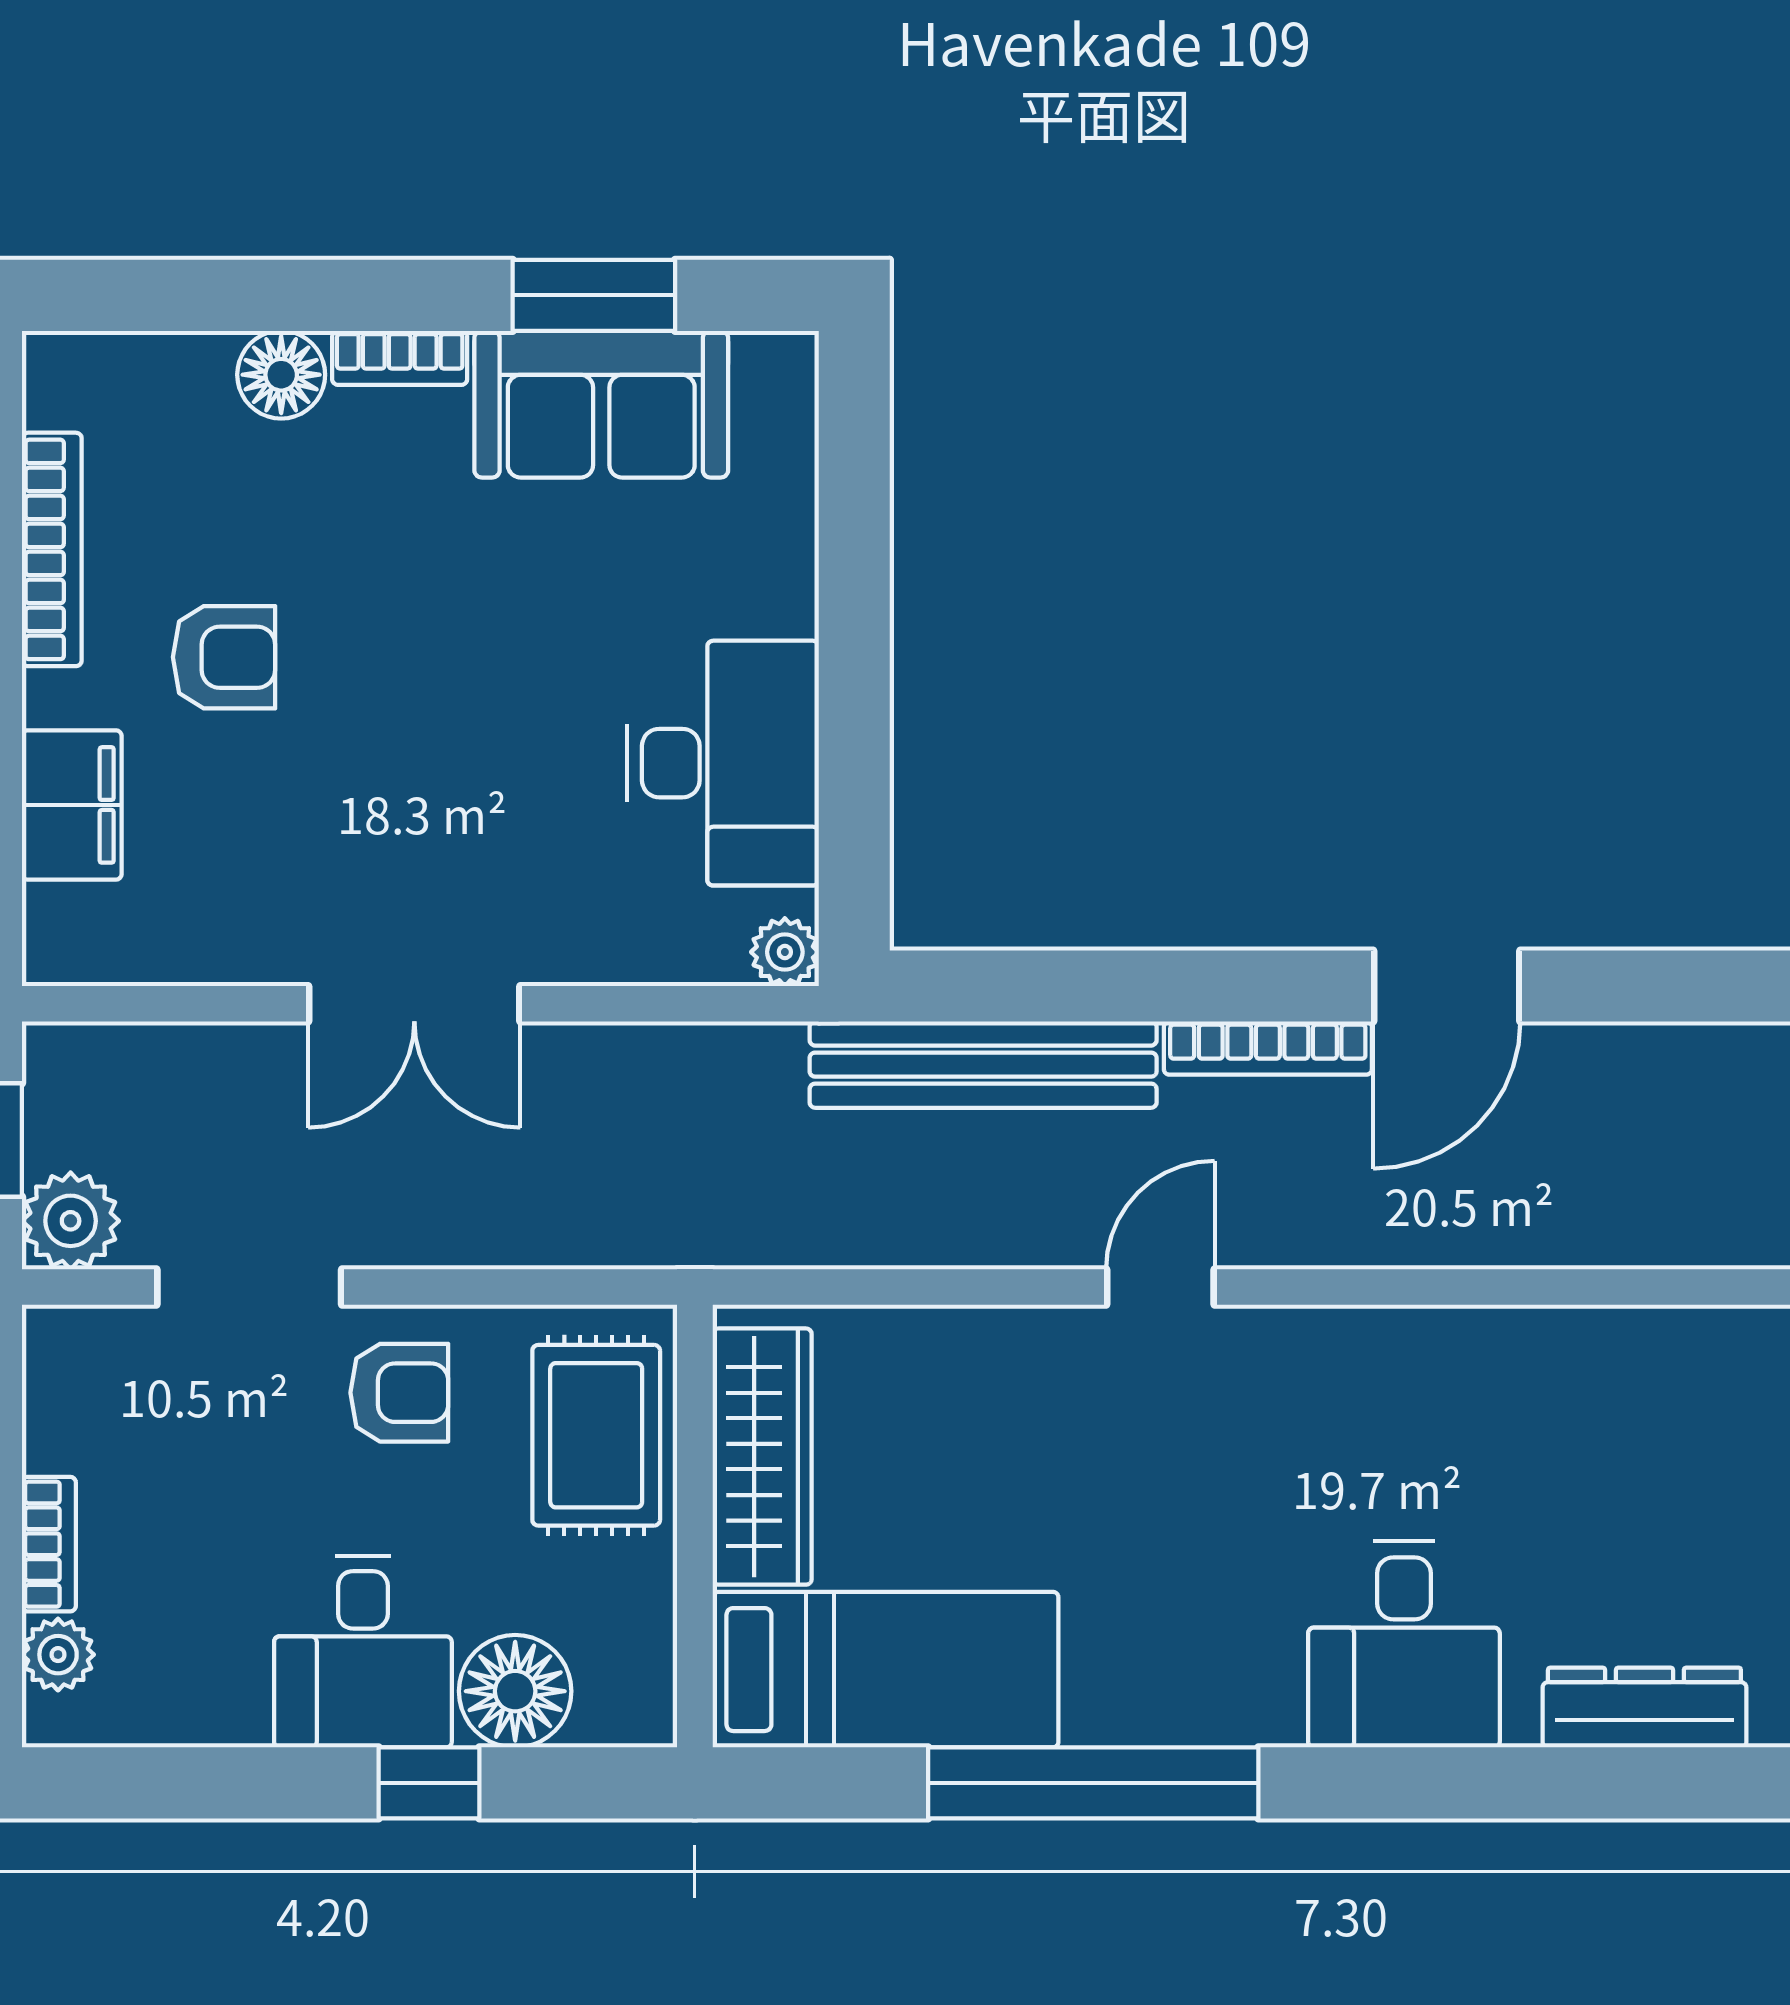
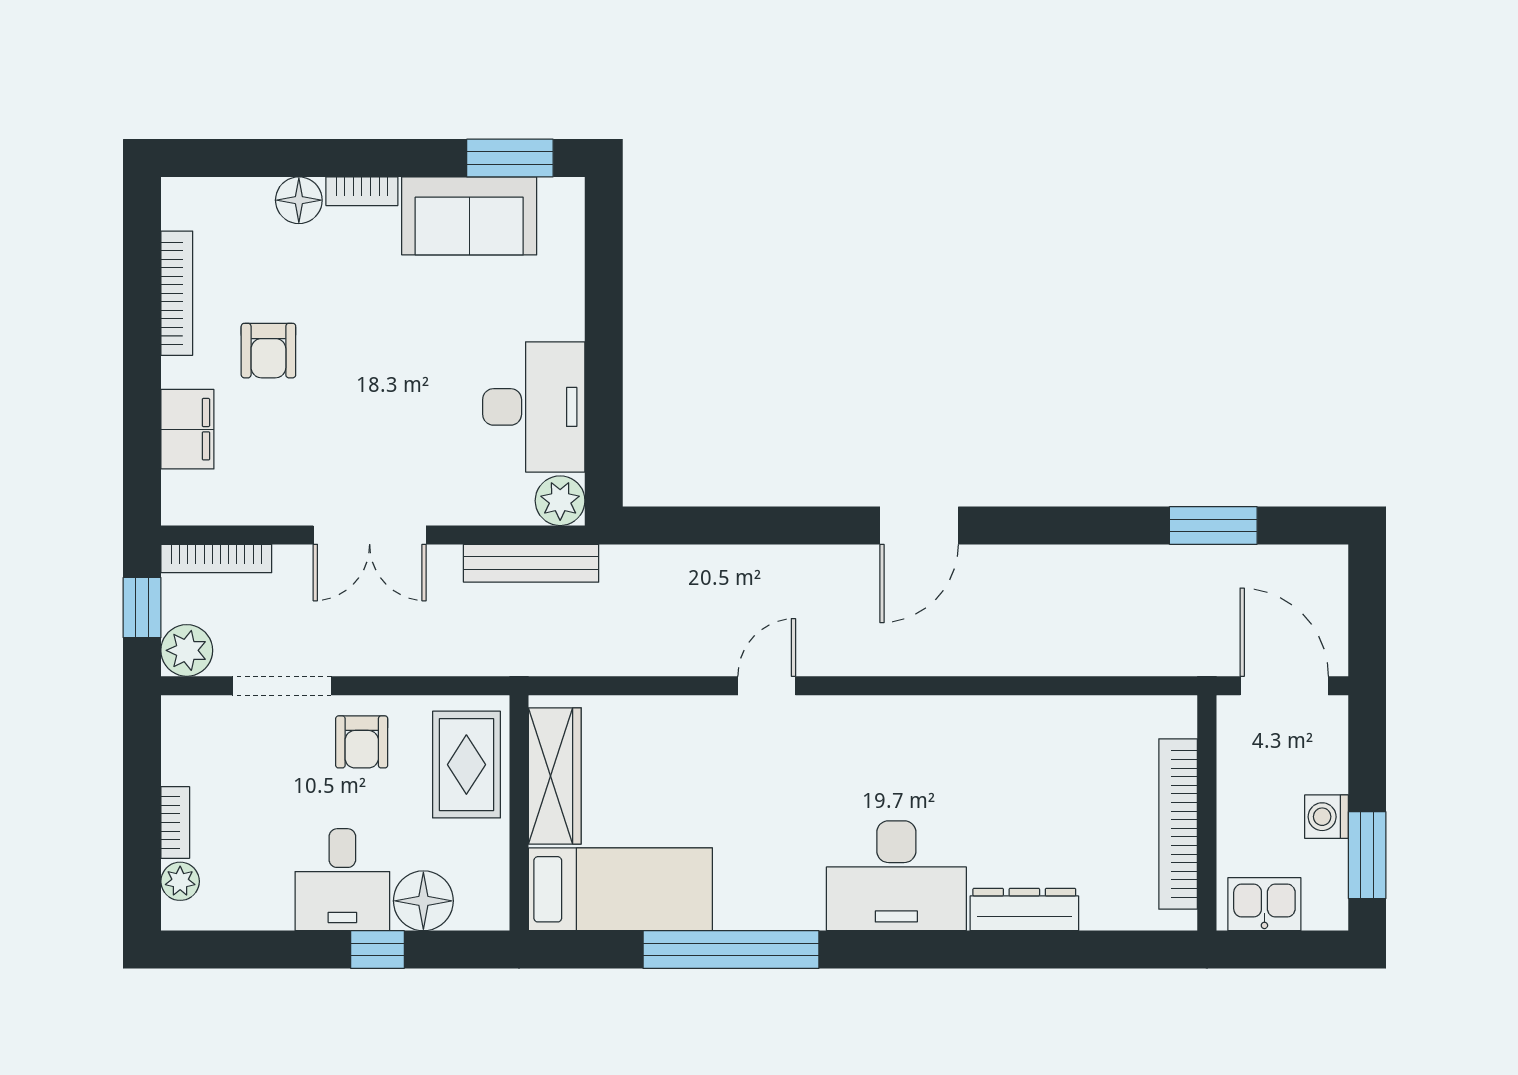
window: (594, 295) -> (510, 158), moved
armchair: (224, 657) -> (268, 351), turned 90
plant: (785, 952) -> (560, 501), width x1.38, depth x1.38
bookcase: (1268, 1048) -> (216, 559), moved
bench: (983, 1065) -> (531, 563), moved, width x0.73, depth x0.82
armchair: (399, 1393) -> (362, 742), turned 90
desk: (1404, 1644) -> (896, 876), width x1.37

